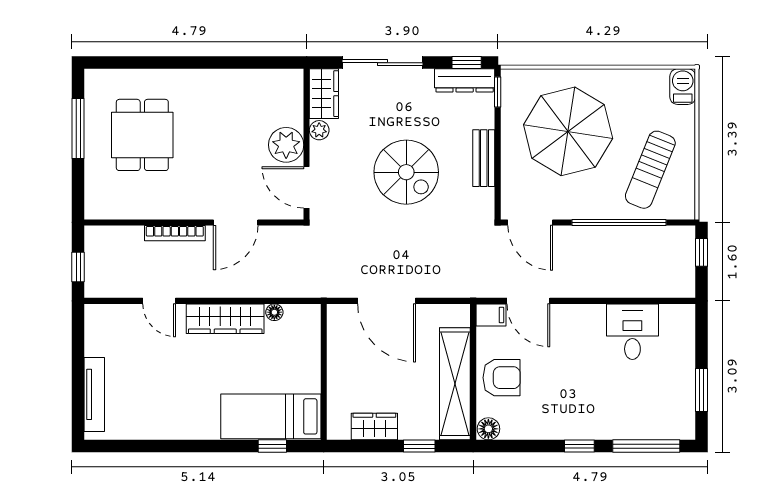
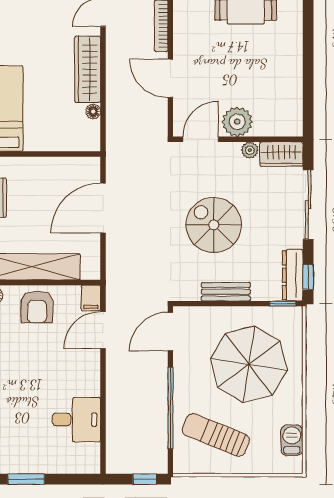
barbecue: (683, 87) -> (292, 440), moved, turned -90
spiral stairs: (406, 172) -> (214, 225), turned 90

